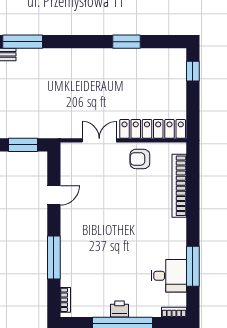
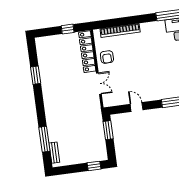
window: (193, 71) -> (68, 29), moved
double door: (99, 140) -> (99, 84), swing flipped

